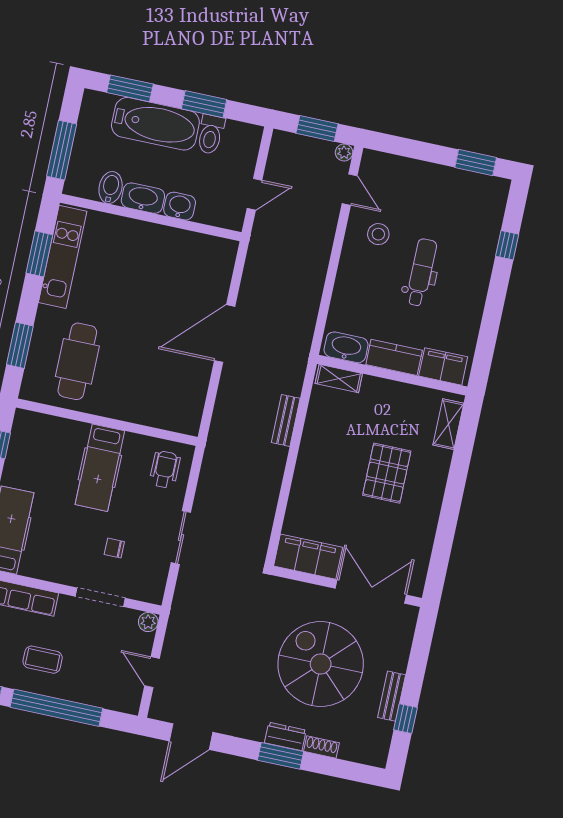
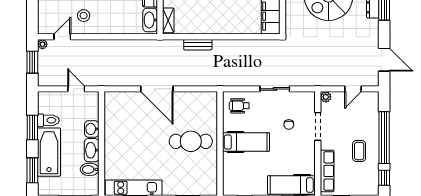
cafe table: (77, 361) -> (191, 141), moved

